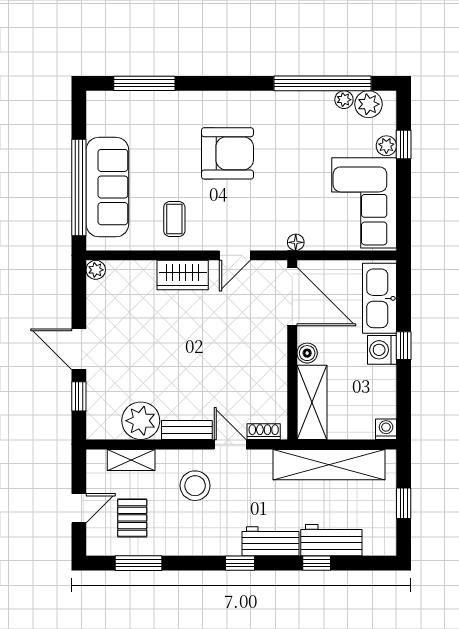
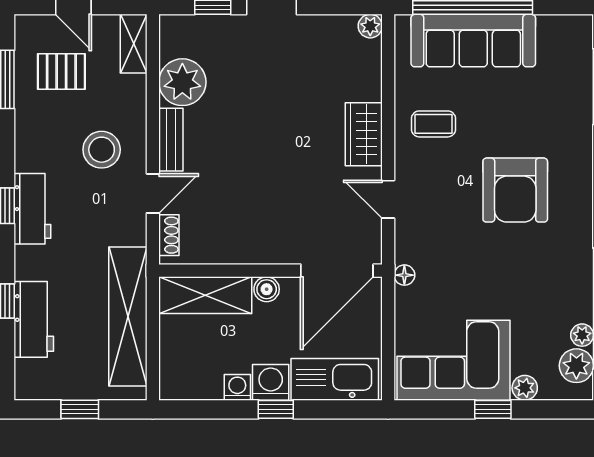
window: (404, 145) -> (493, 409), moved
washing machine: (386, 429) -> (237, 387), moved, turned -90
shelving: (131, 460) -> (134, 44), moved
workbench: (270, 541) -> (32, 209), moved

